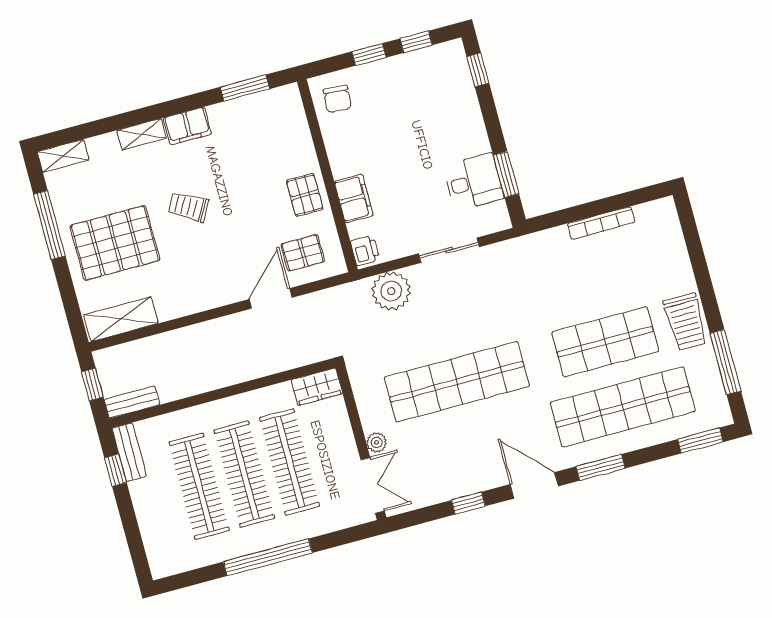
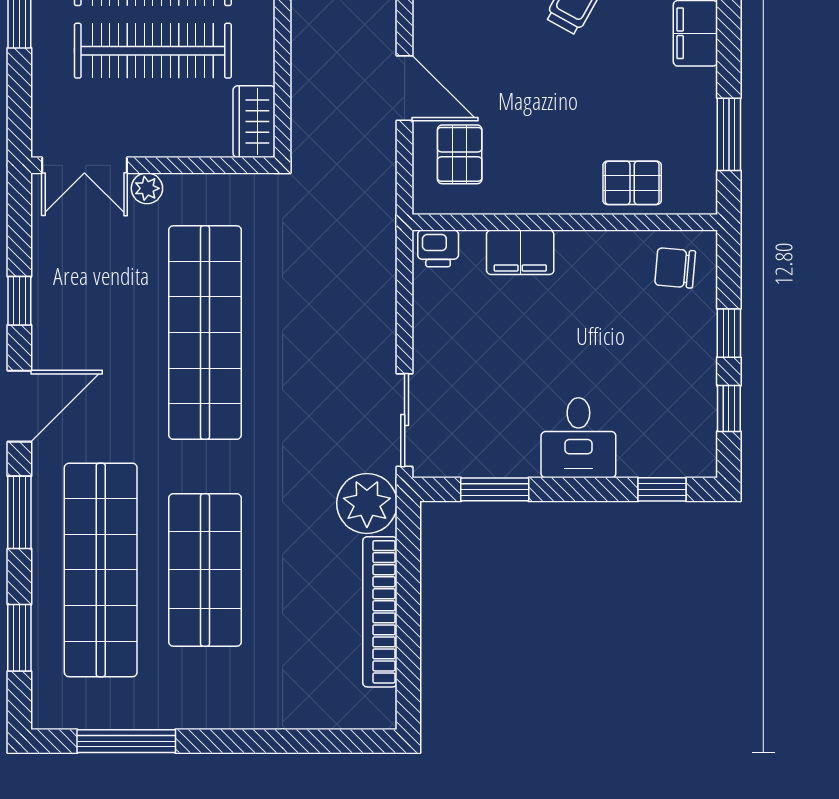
desk: (473, 182) -> (578, 438), moved
pallet: (305, 195) -> (632, 183), moved
bookcase: (601, 223) -> (380, 612), width x1.48, depth x1.31
sliding door: (449, 250) -> (405, 420), moved
plant: (391, 291) -> (367, 503), moved
trolley: (686, 322) -> (202, 698), removed
window: (700, 441) -> (19, 638), moved

